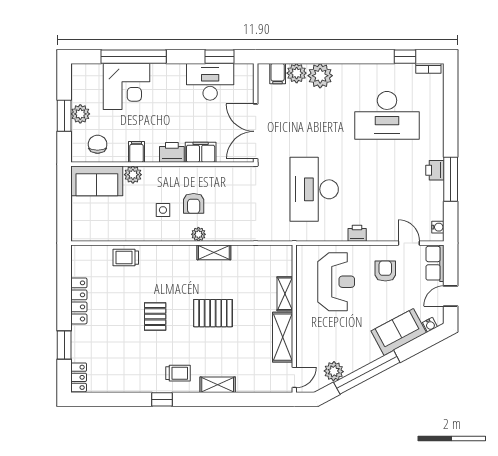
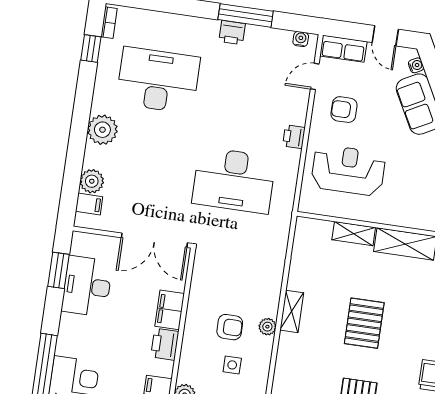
plant: (320, 76) -> (102, 130), moved
desk: (387, 115) -> (158, 80), turned -90

